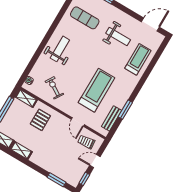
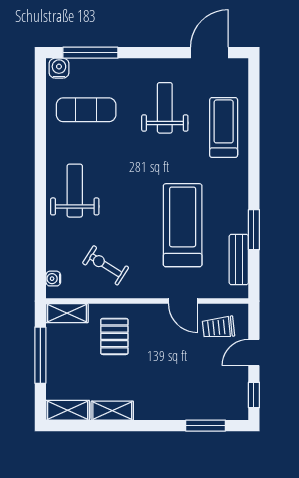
weight bench: (118, 37) -> (165, 108), turned -90

